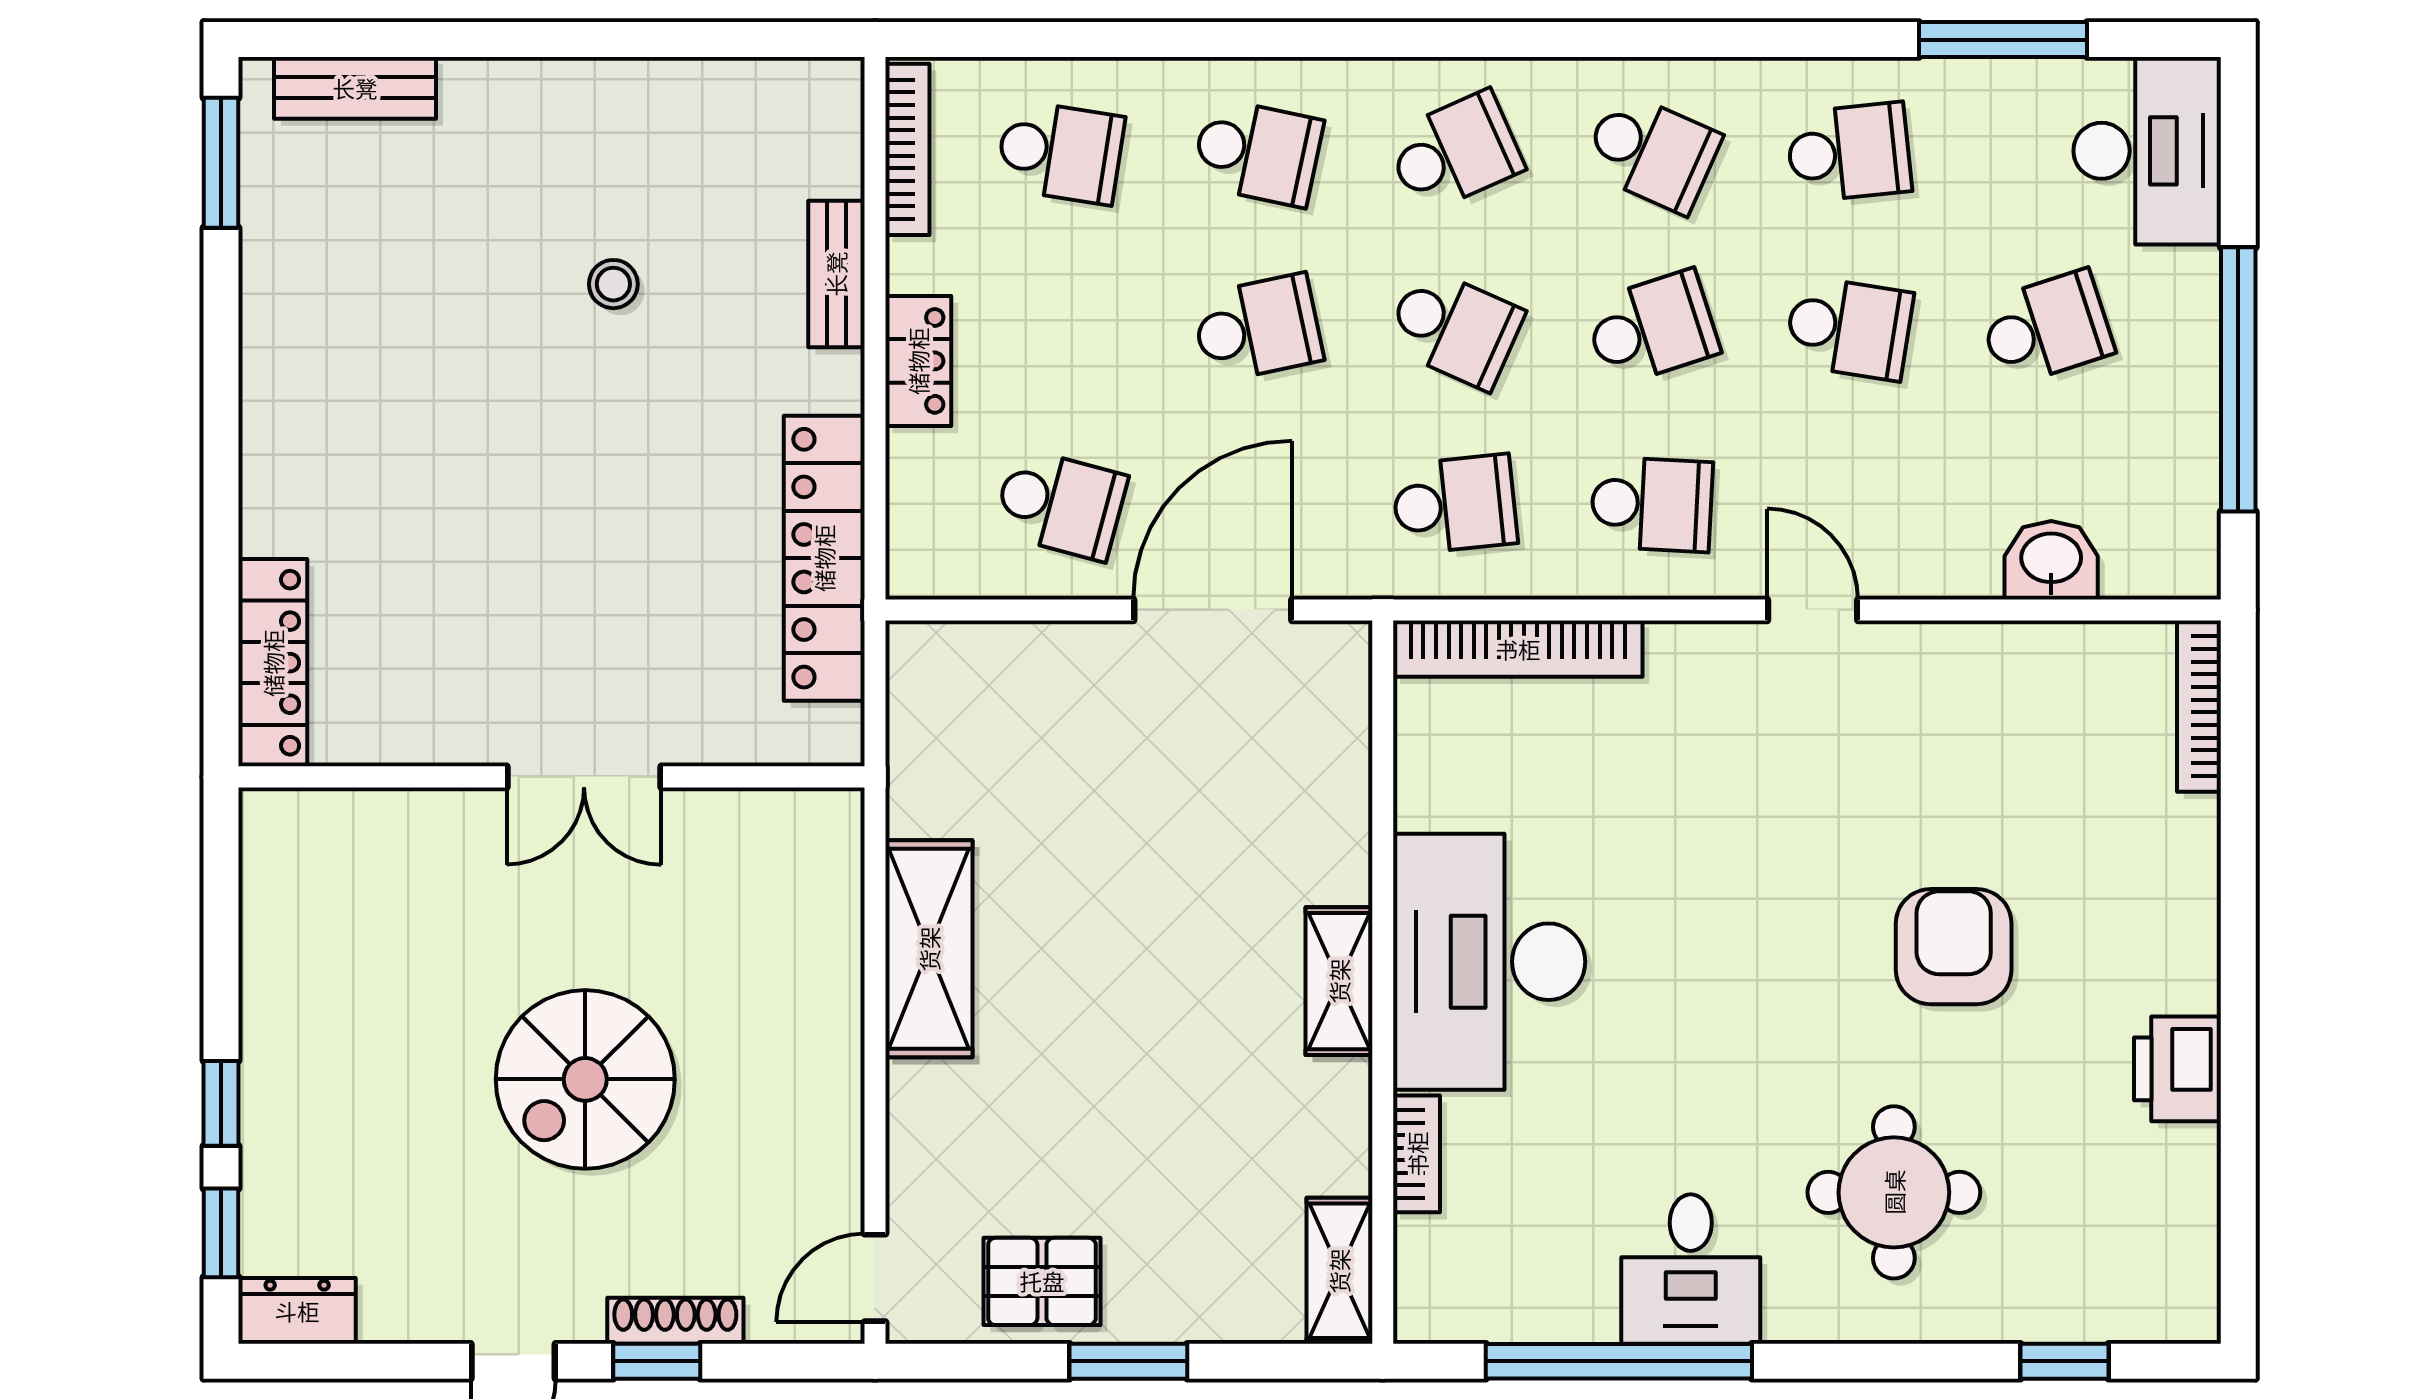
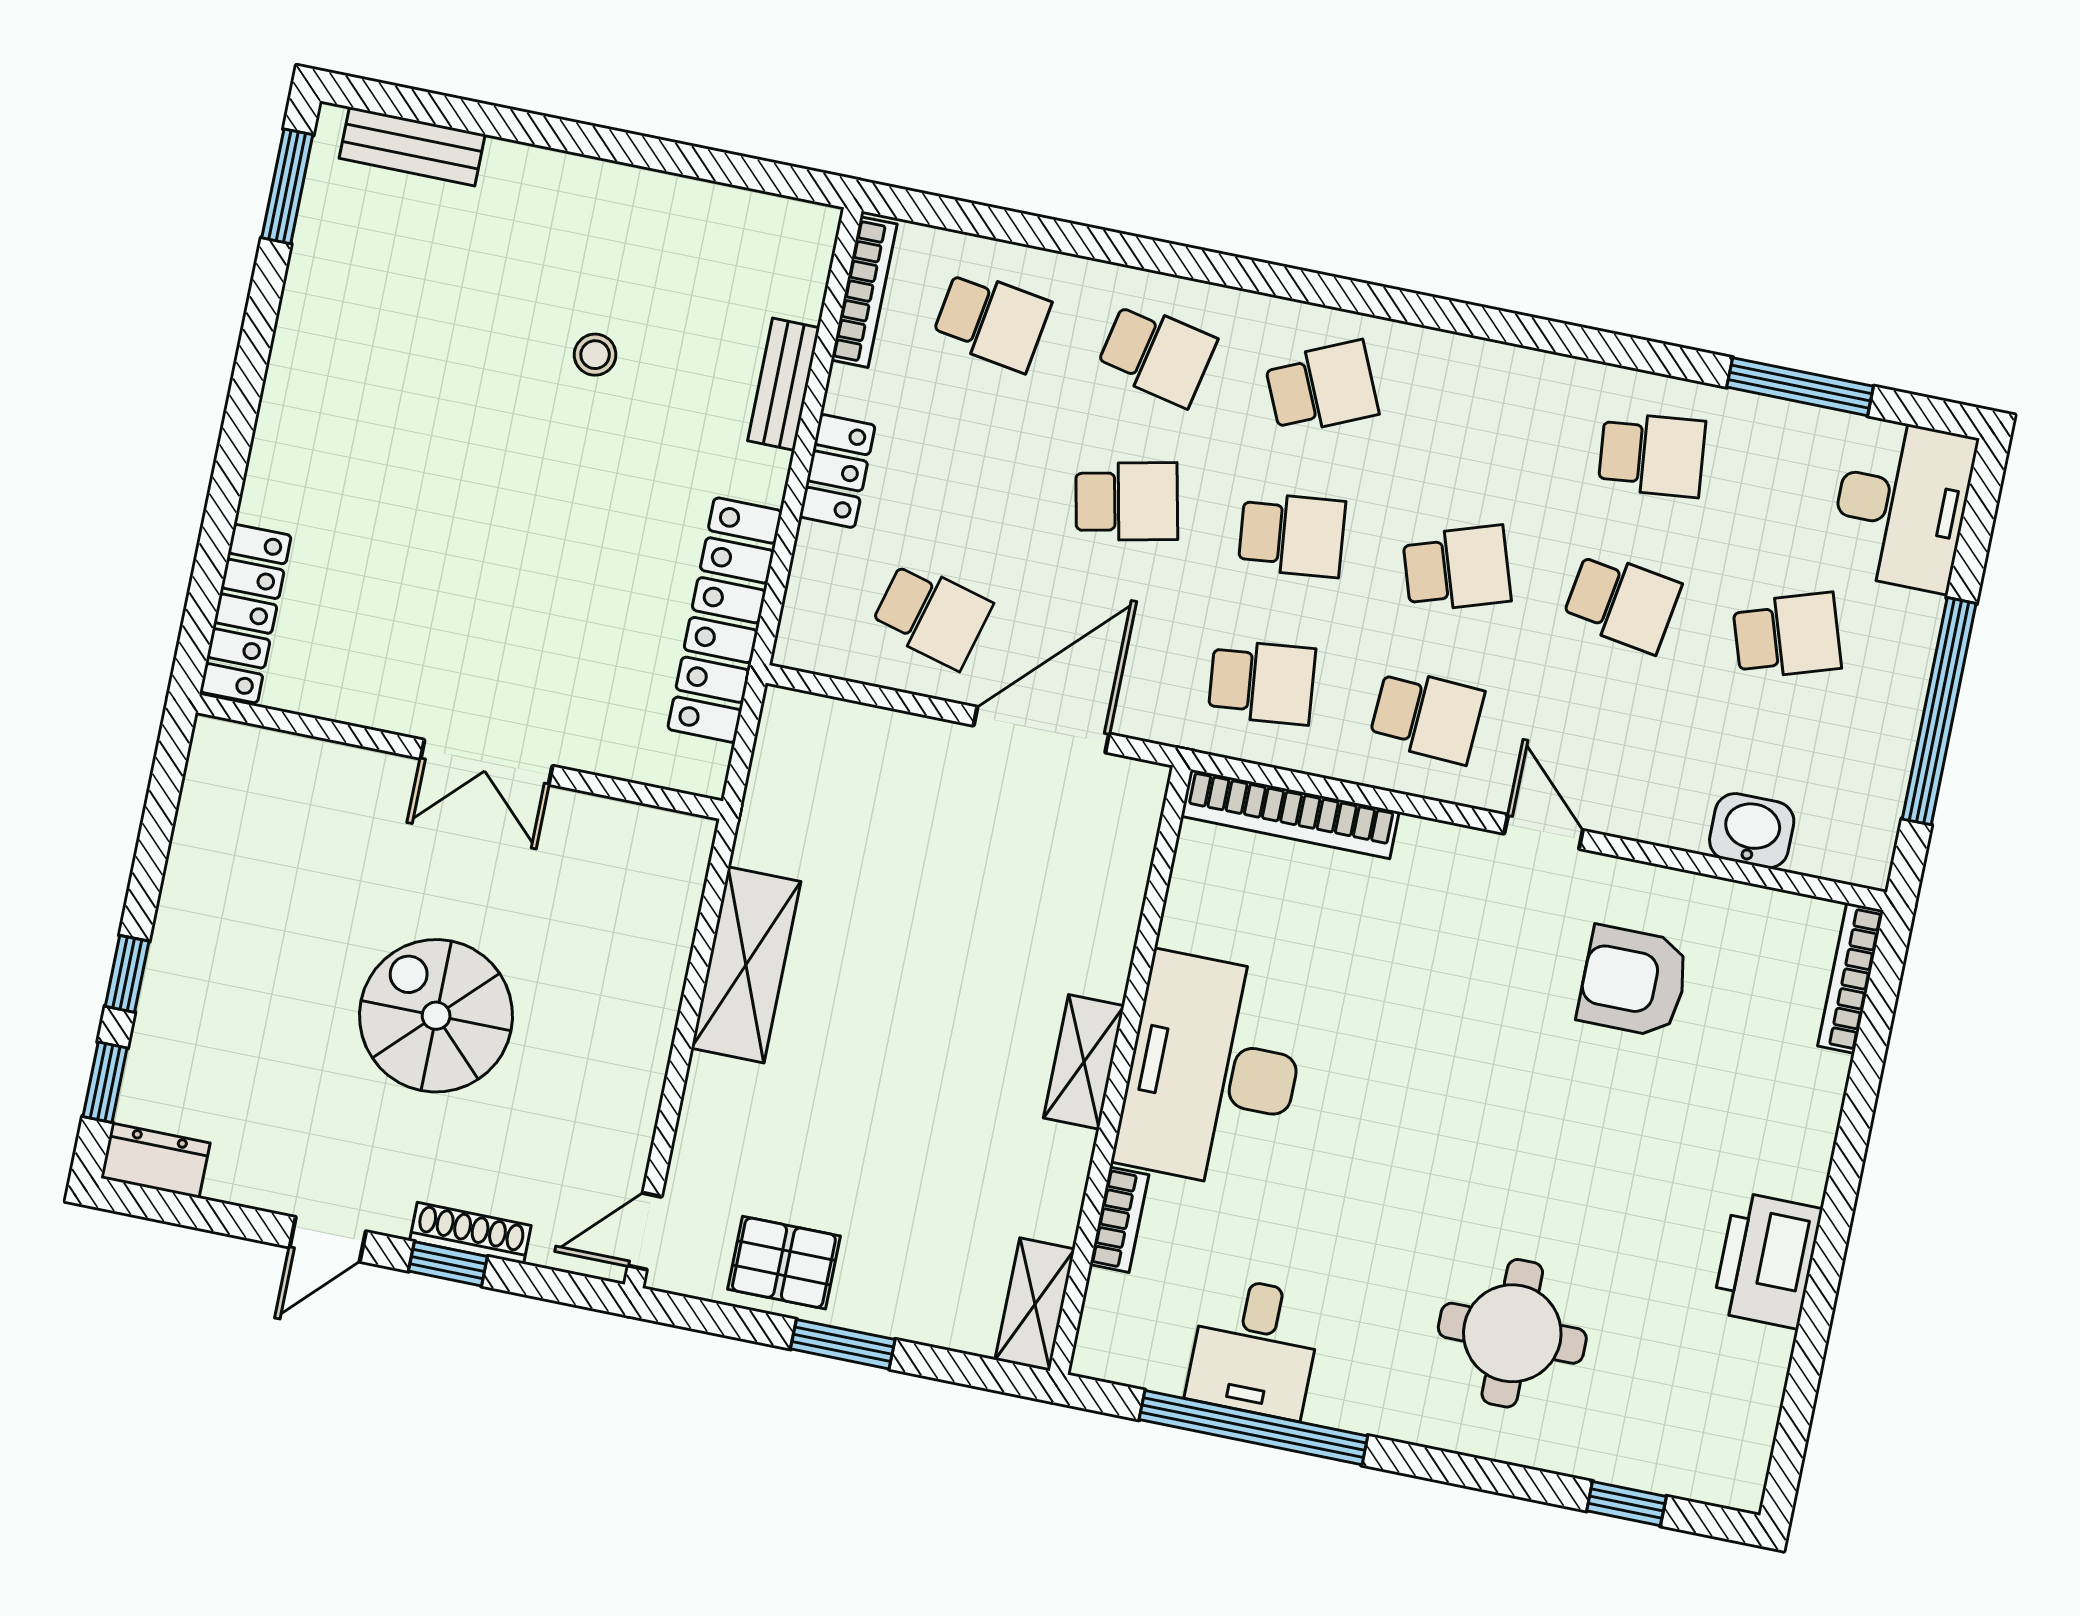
school desk: (1652, 152) -> (1487, 421), removed
school desk: (1455, 328) -> (1292, 535), turned -30
armchair: (1954, 947) -> (1633, 981), moved, turned -90
printer: (2177, 1069) -> (1767, 1260), width x1.37, depth x1.19
spiral stairs: (585, 1079) -> (436, 1016), turned 90
desk: (1691, 1269) -> (1255, 1348), moved

